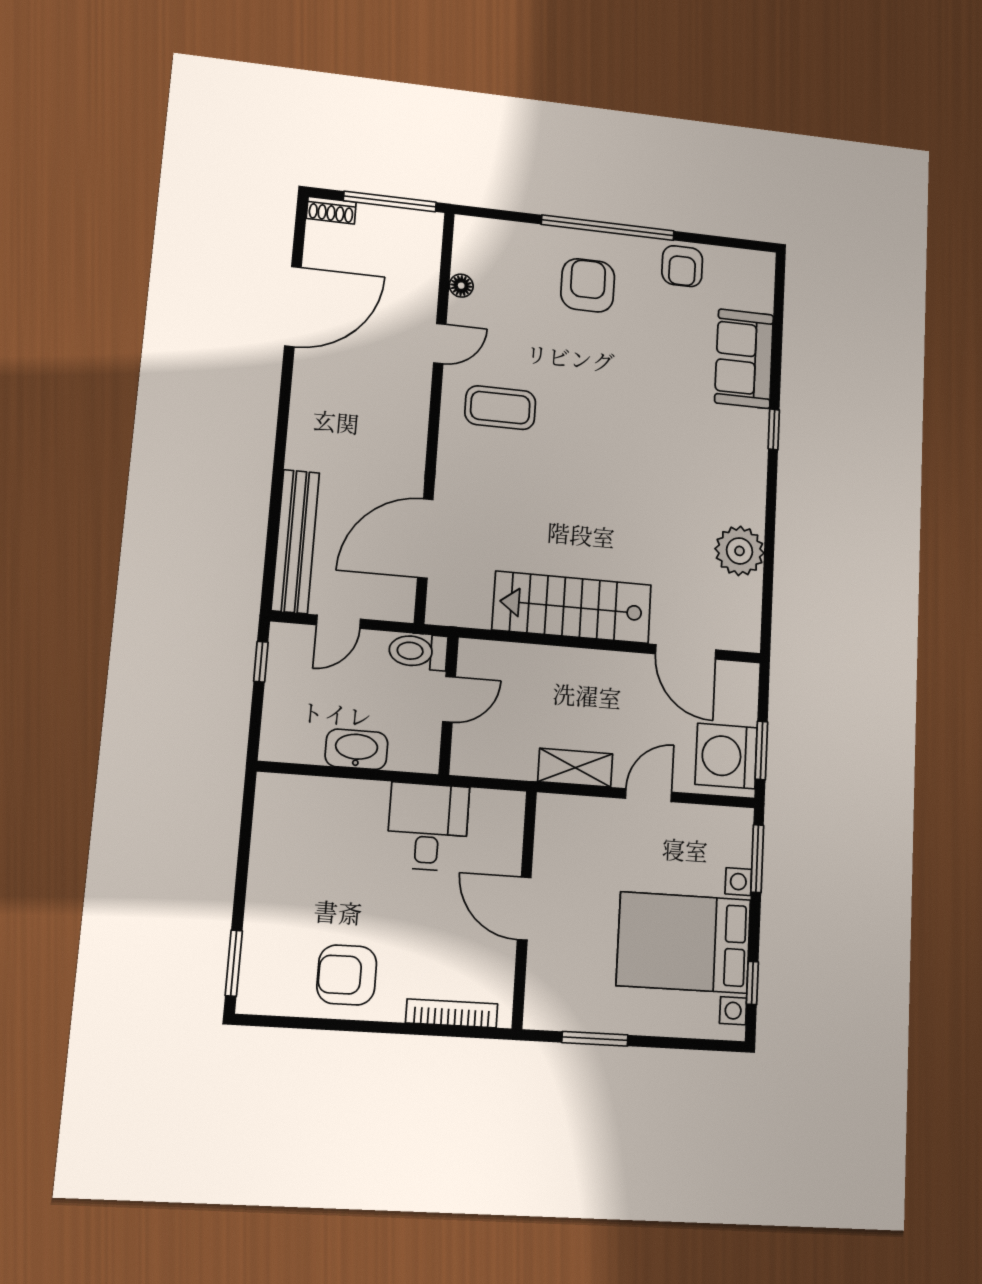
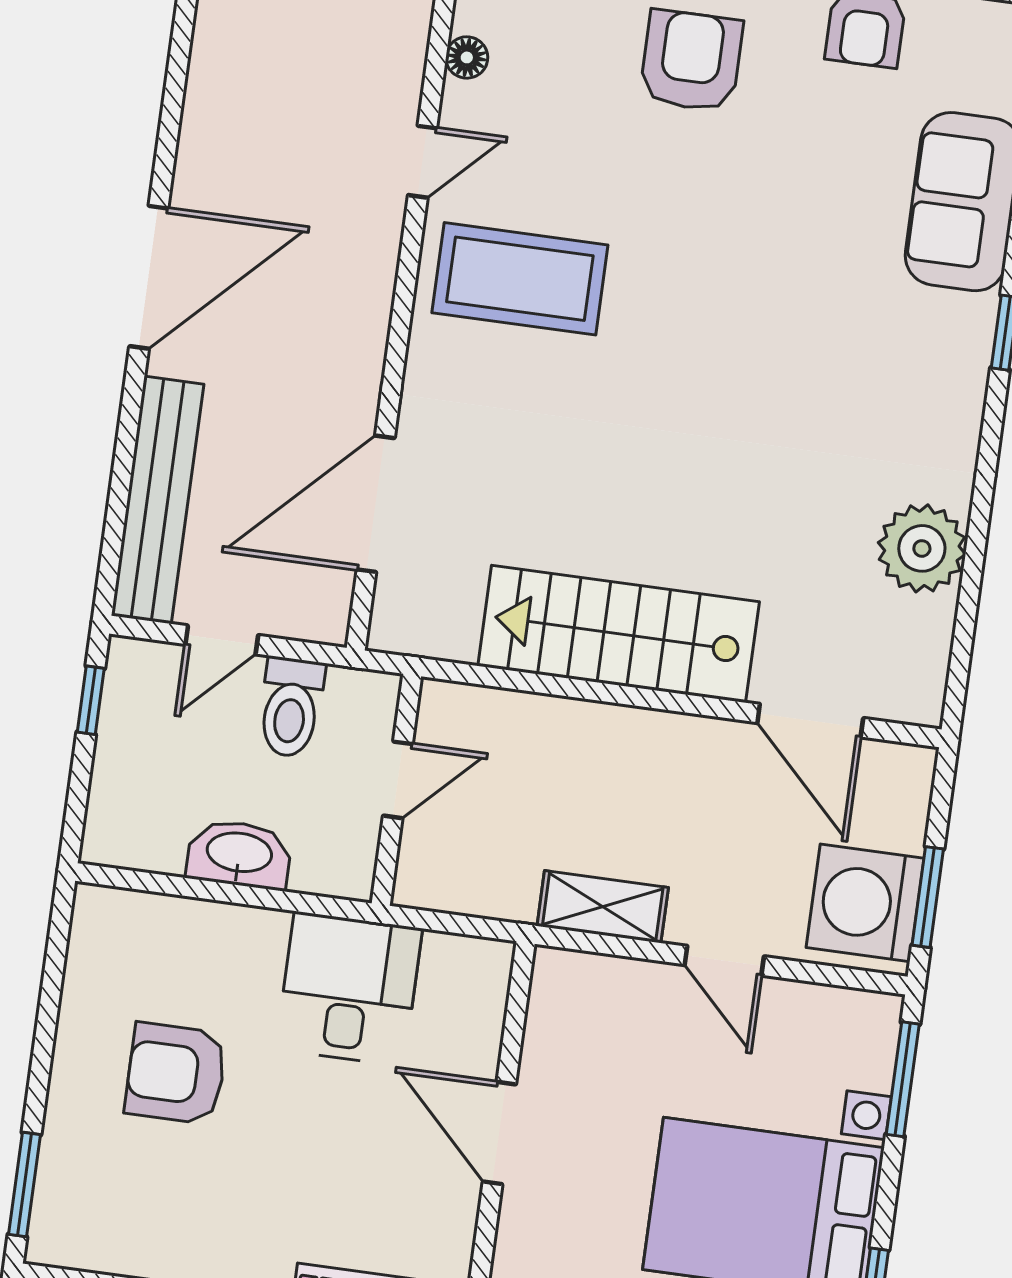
door: (293, 307) -> (149, 277), moved
coffee table: (500, 408) -> (520, 279), width x1.36, depth x1.32
toilet: (418, 651) -> (291, 707), moved, turned -90
door: (648, 795) -> (724, 961), swing flipped
armchair: (347, 975) -> (176, 1073), moved

